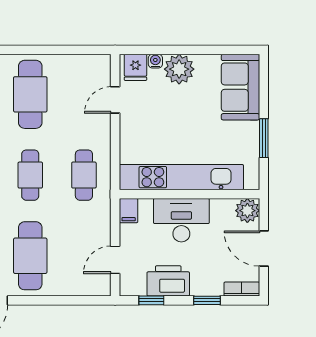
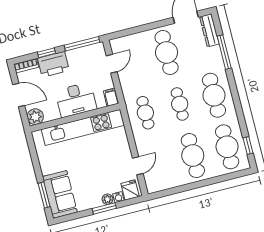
window: (180, 50) -> (104, 208), added
plant: (179, 69) -> (107, 199), width x0.53, depth x0.53
window: (264, 138) -> (44, 195), moved
printer: (168, 281) -> (53, 64), moved
window: (151, 300) -> (82, 44), width x2.17

